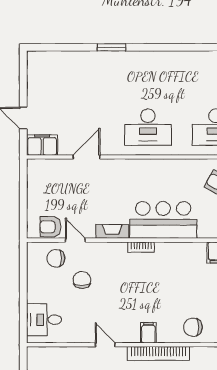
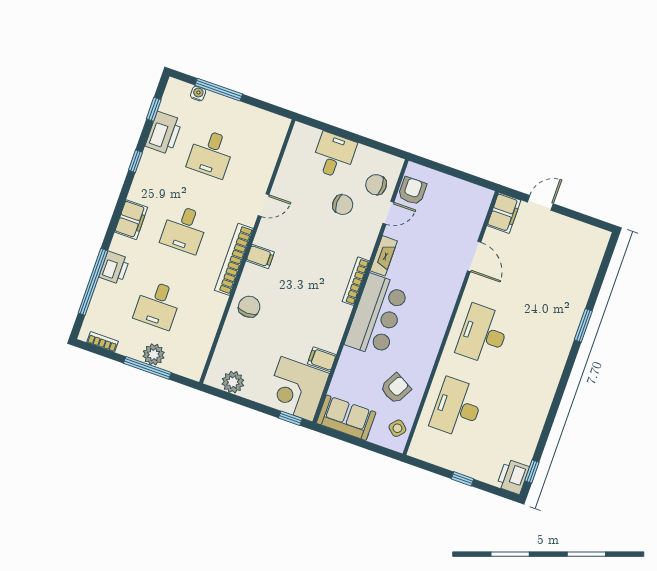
bookcase: (141, 247) -> (356, 281), width x1.56
chair: (56, 258) -> (376, 185), turned -90
desk: (44, 320) -> (334, 155), moved

